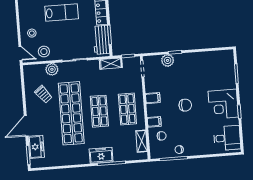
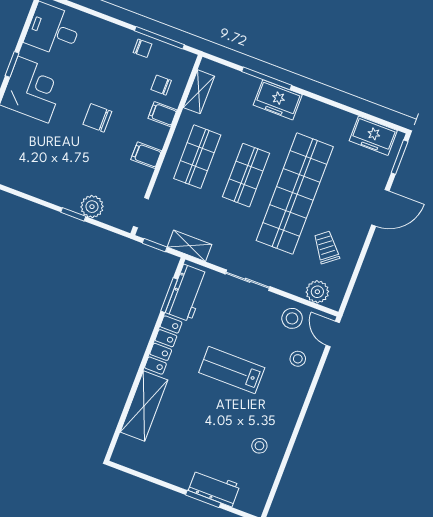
plant: (52, 69) -> (317, 292), moved
freezer: (36, 147) -> (373, 136), moved, turned -90

